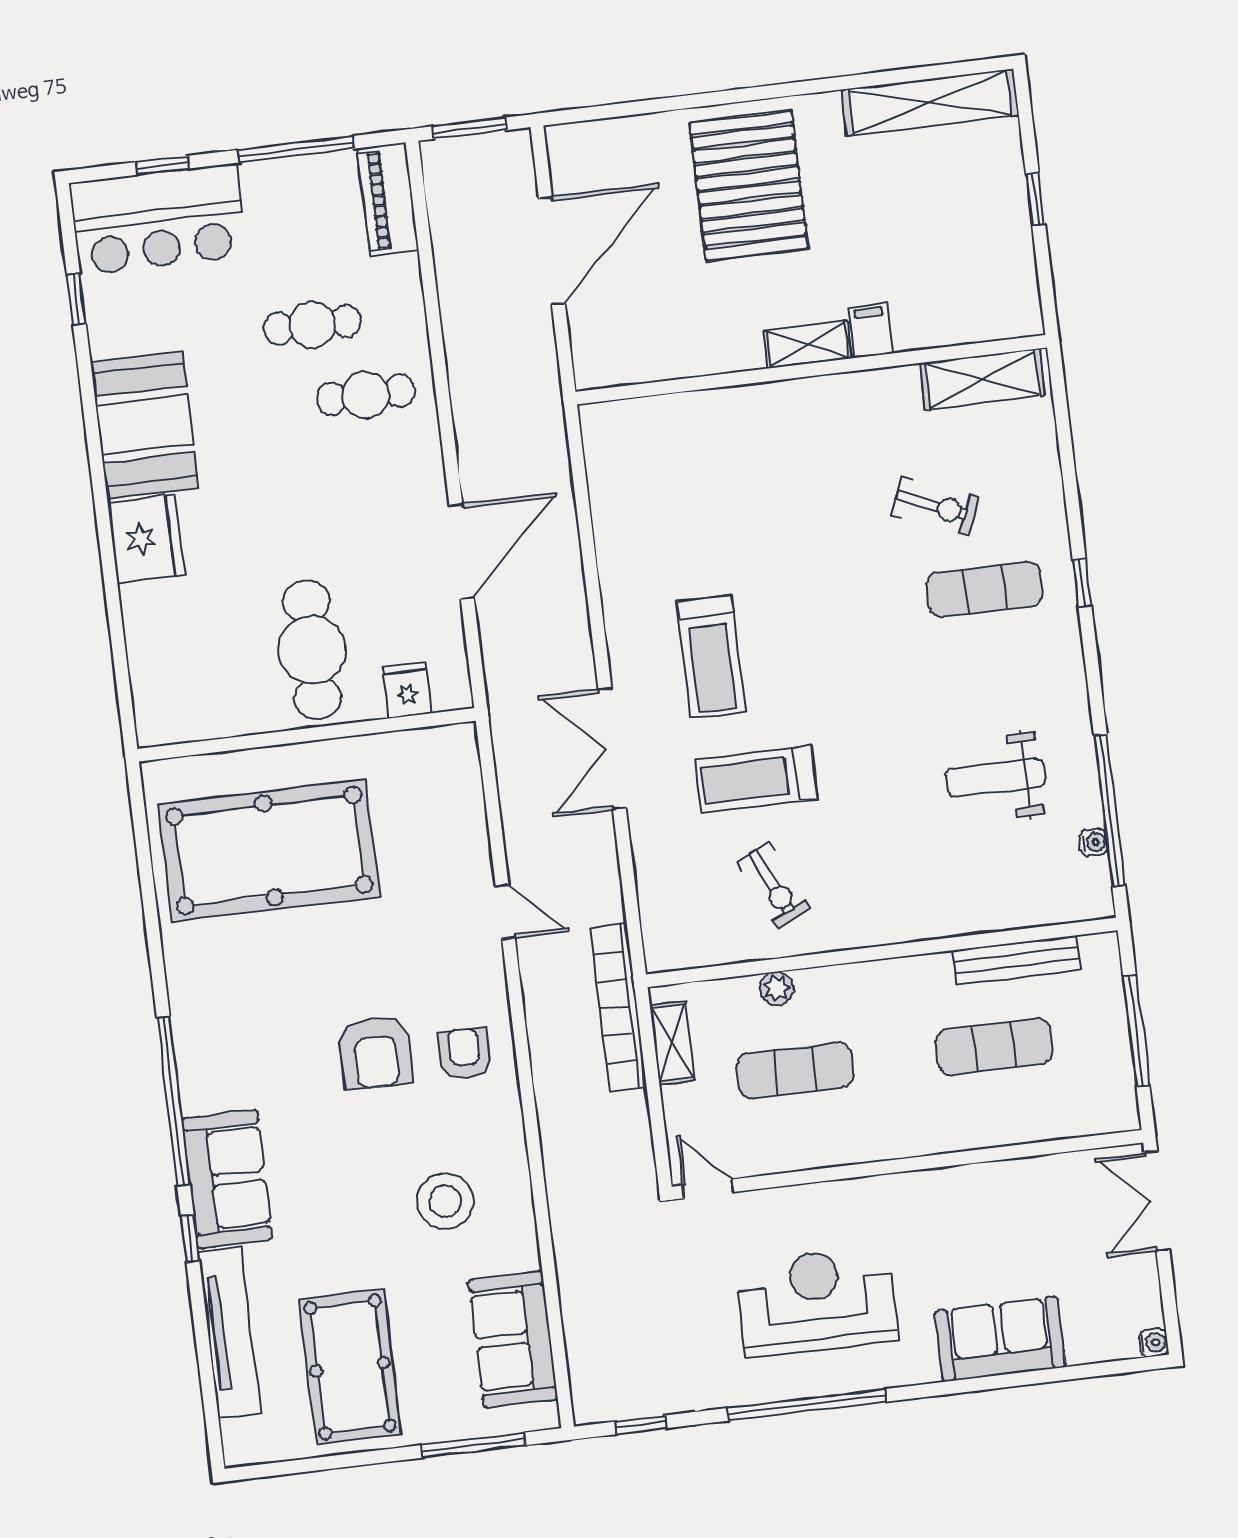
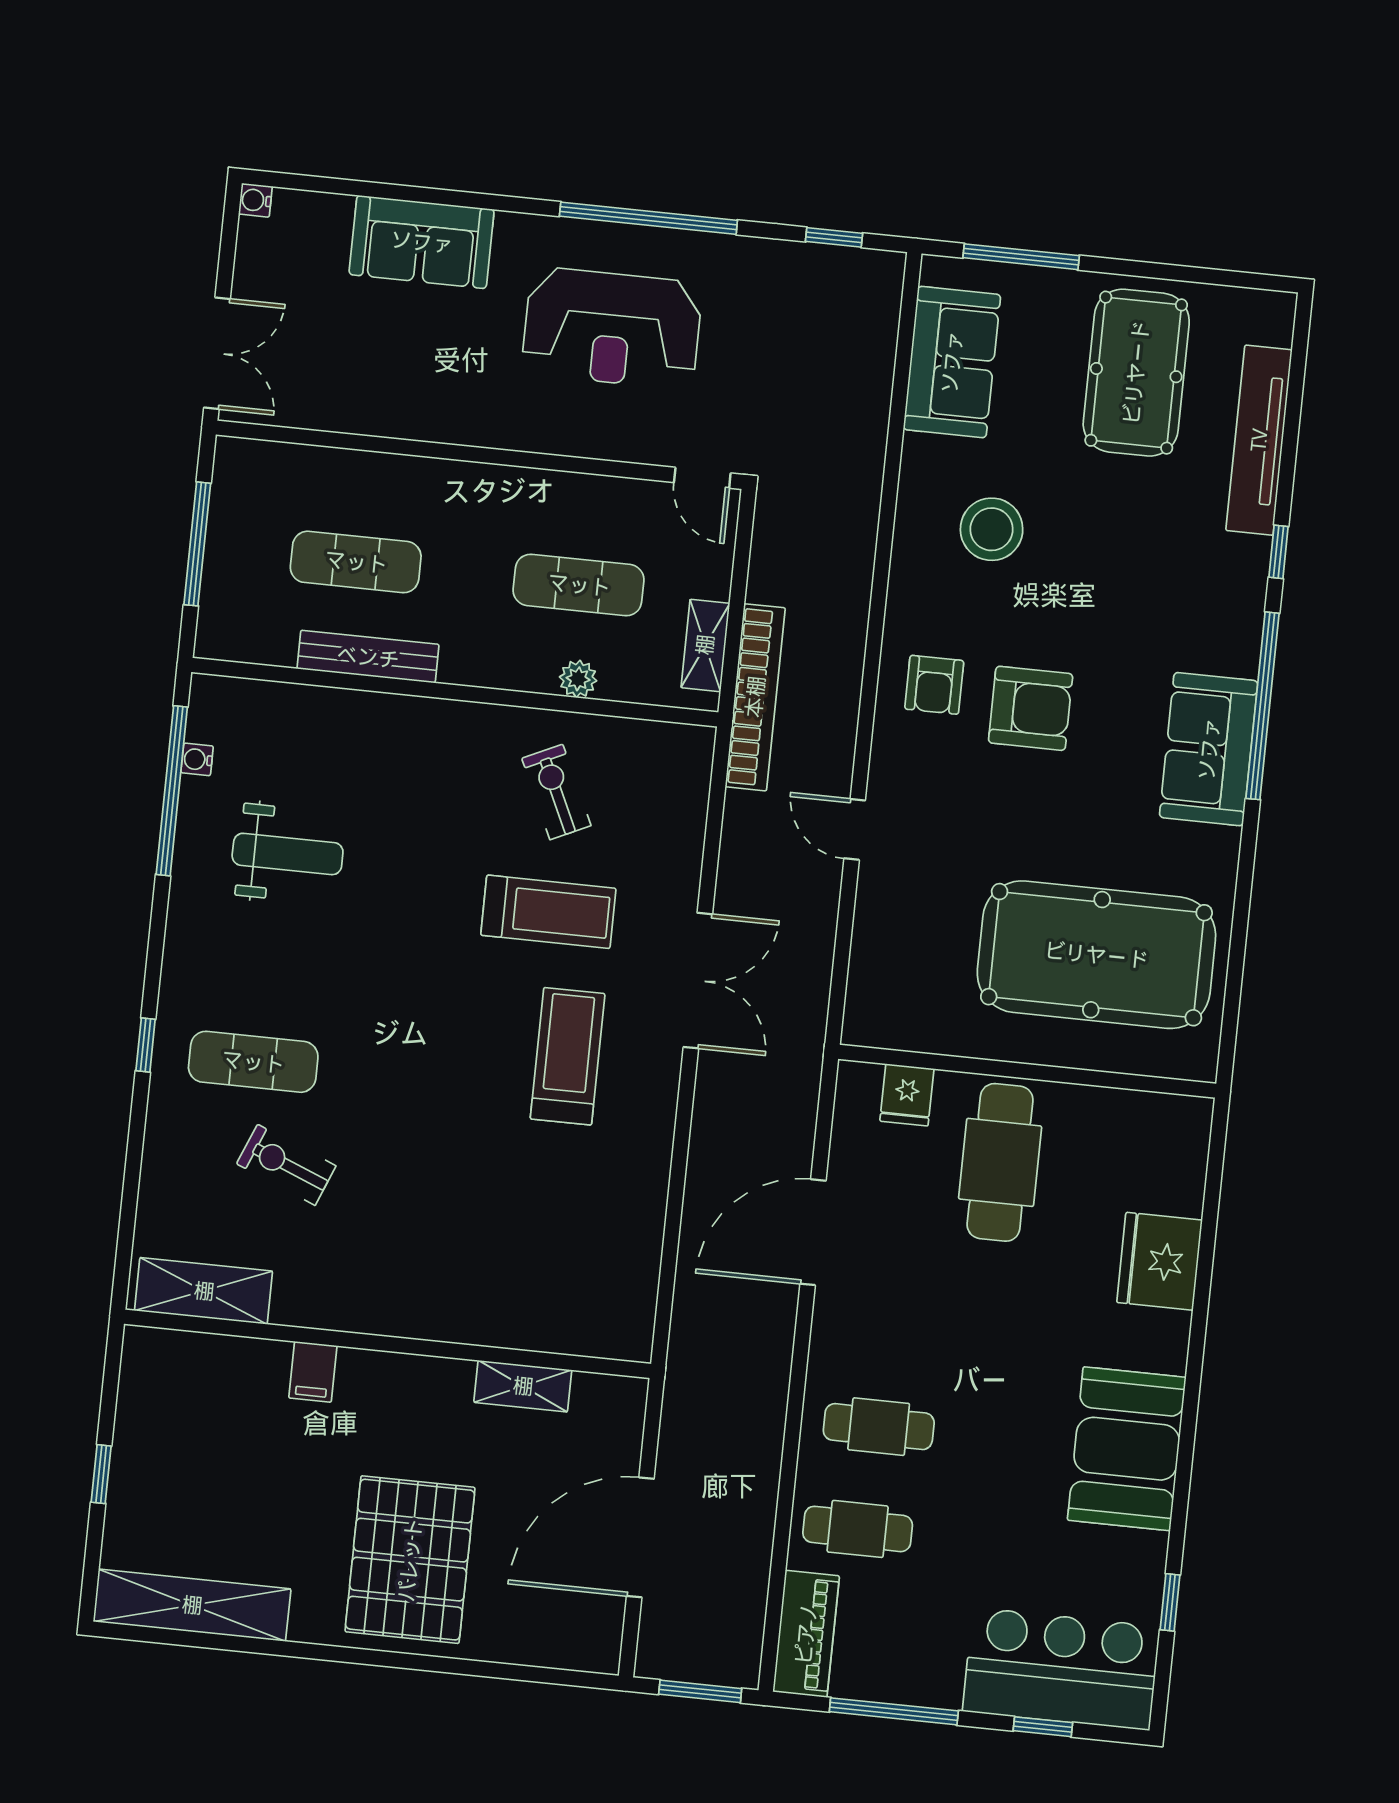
cafe table: (312, 325) -> (858, 1529), moved
shelving: (807, 345) -> (523, 1386), moved
fridge: (146, 539) -> (1159, 1261), moved
bench: (1017, 960) -> (368, 657), moved
armchair: (376, 1053) -> (1031, 708), turned 90
sofa: (227, 1179) -> (1209, 749), moved

